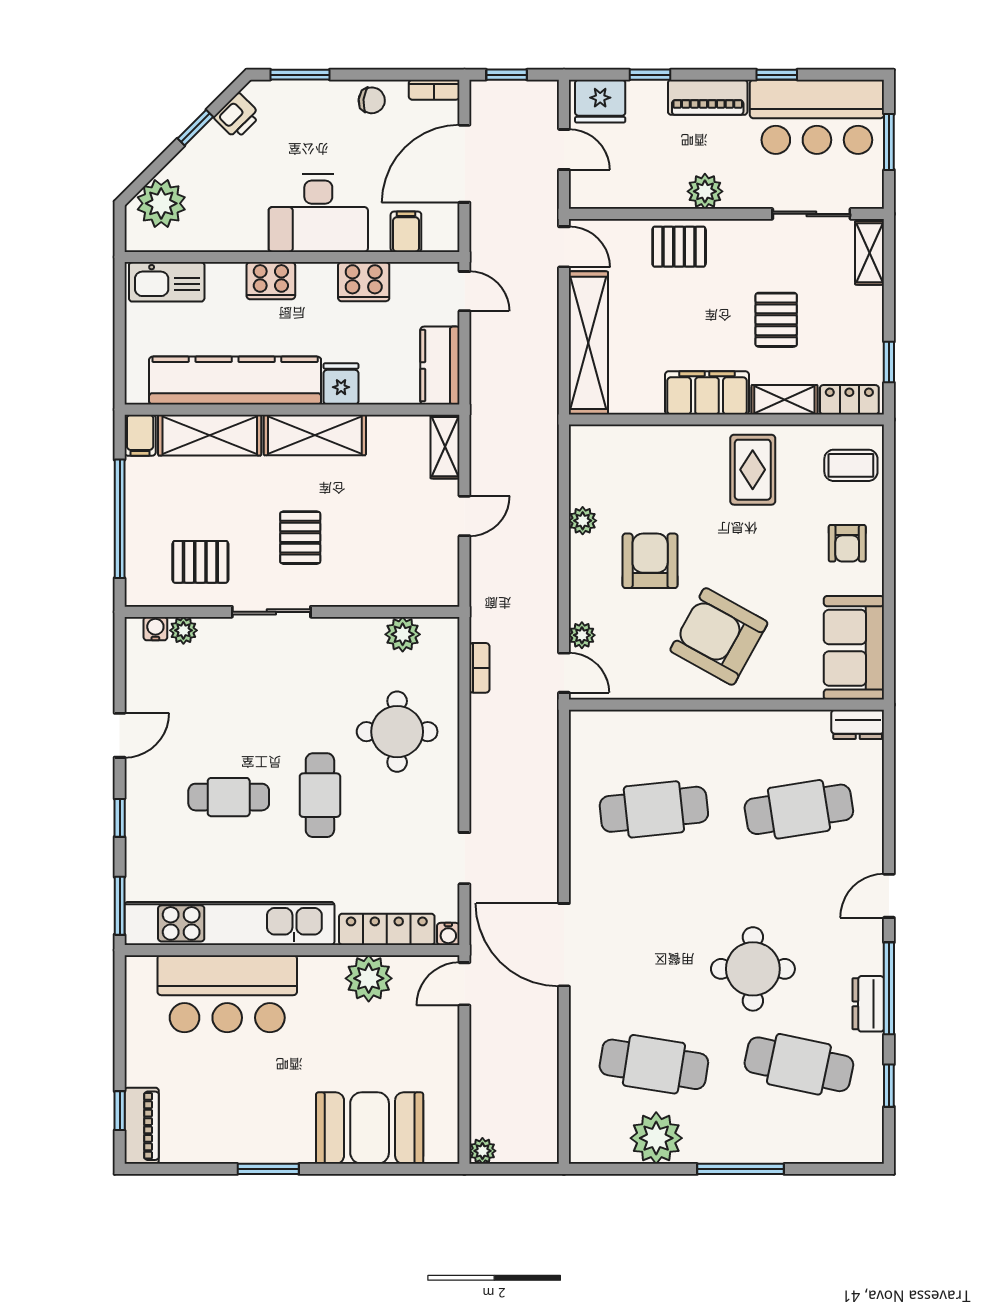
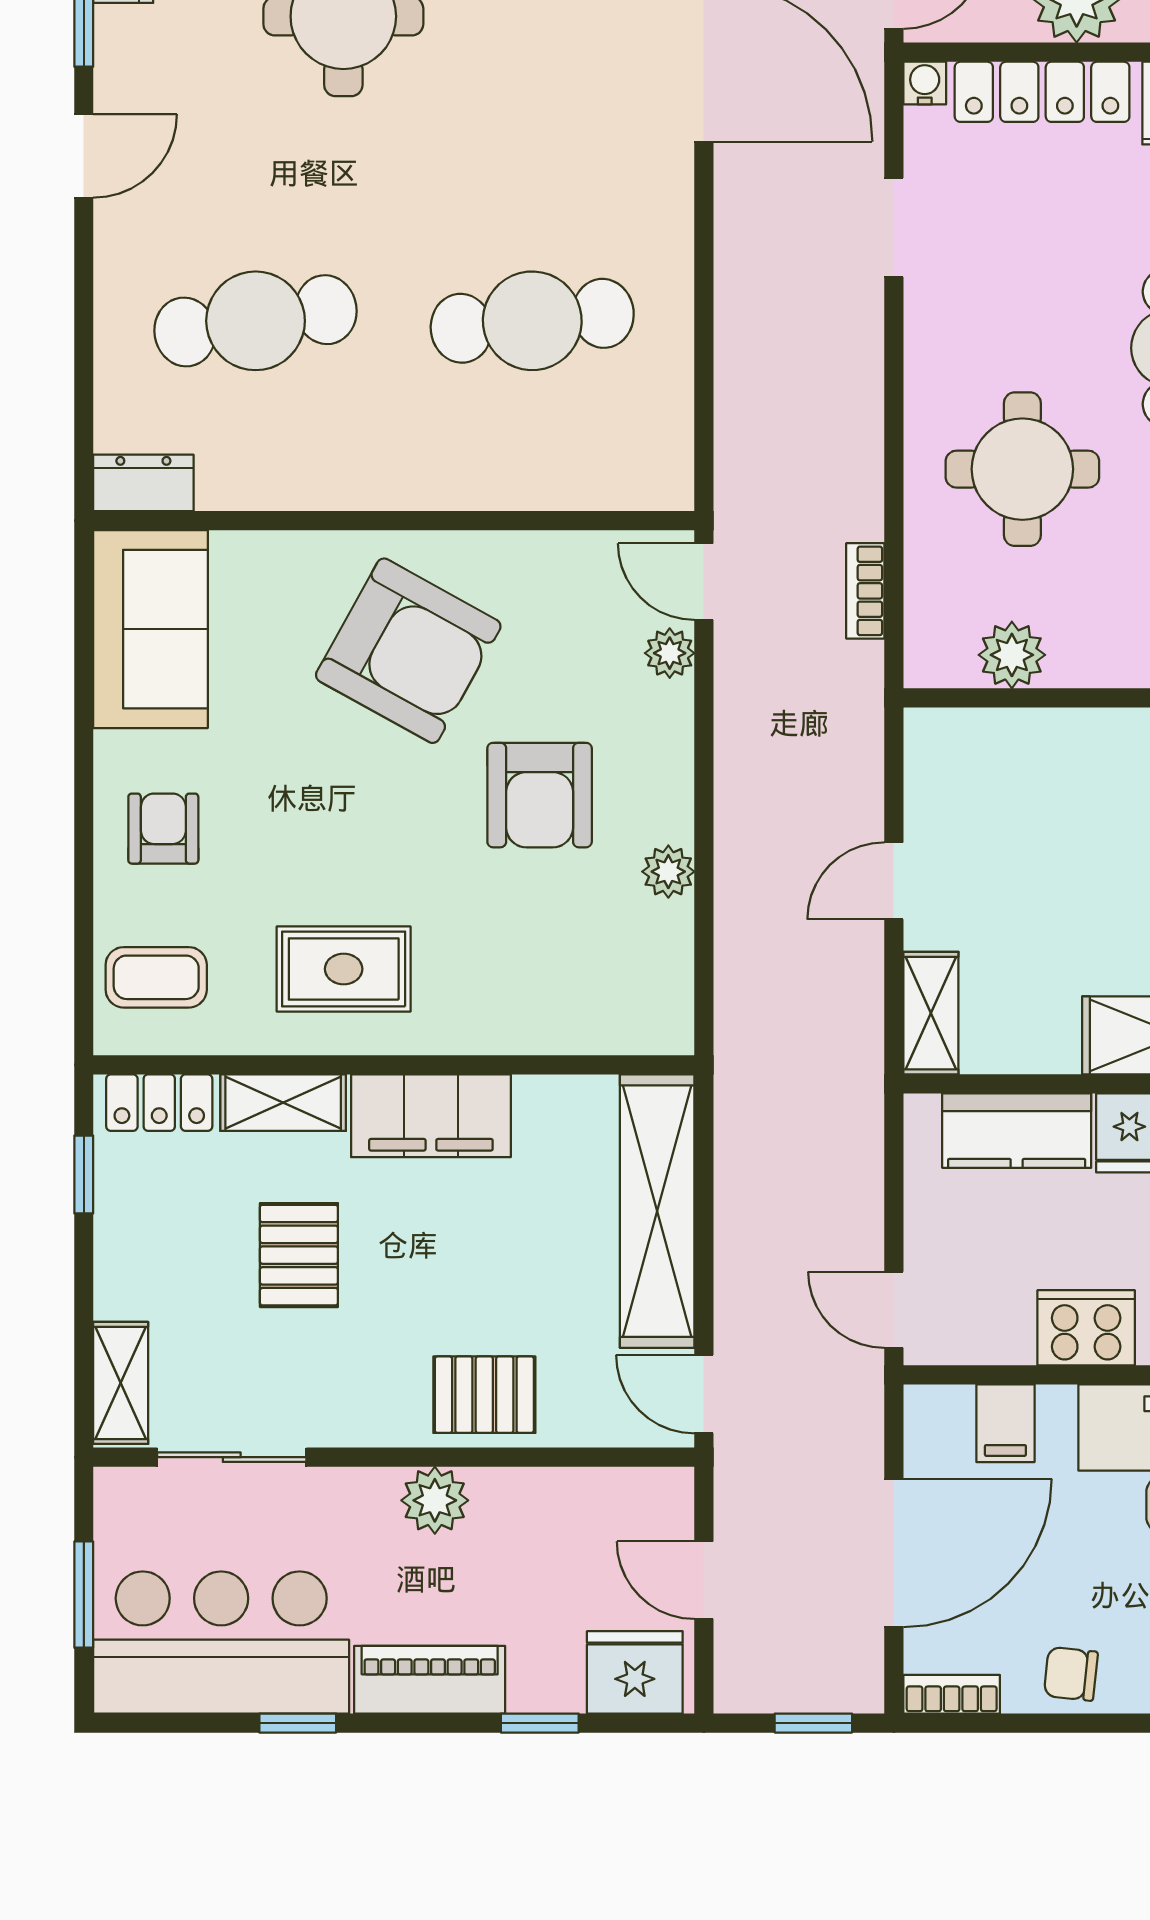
kitchen counter: (440, 366) -> (1017, 1131), moved, turned 90
rug: (753, 470) -> (344, 969), turned 90

